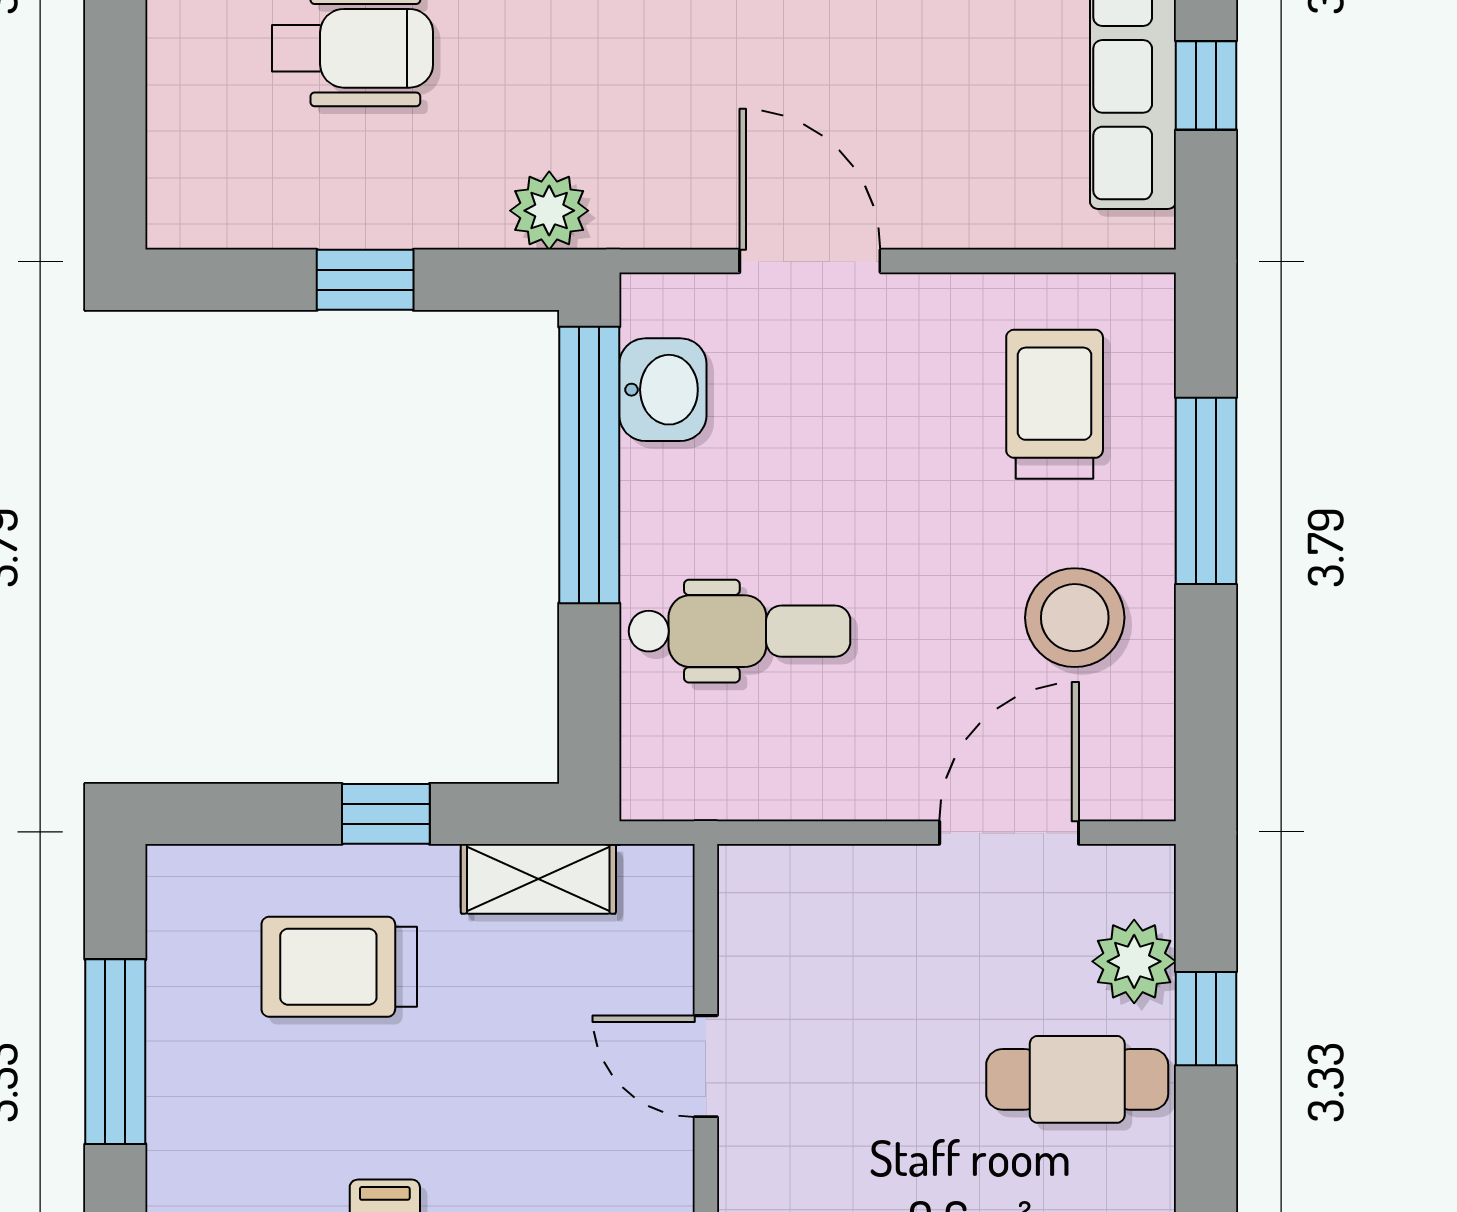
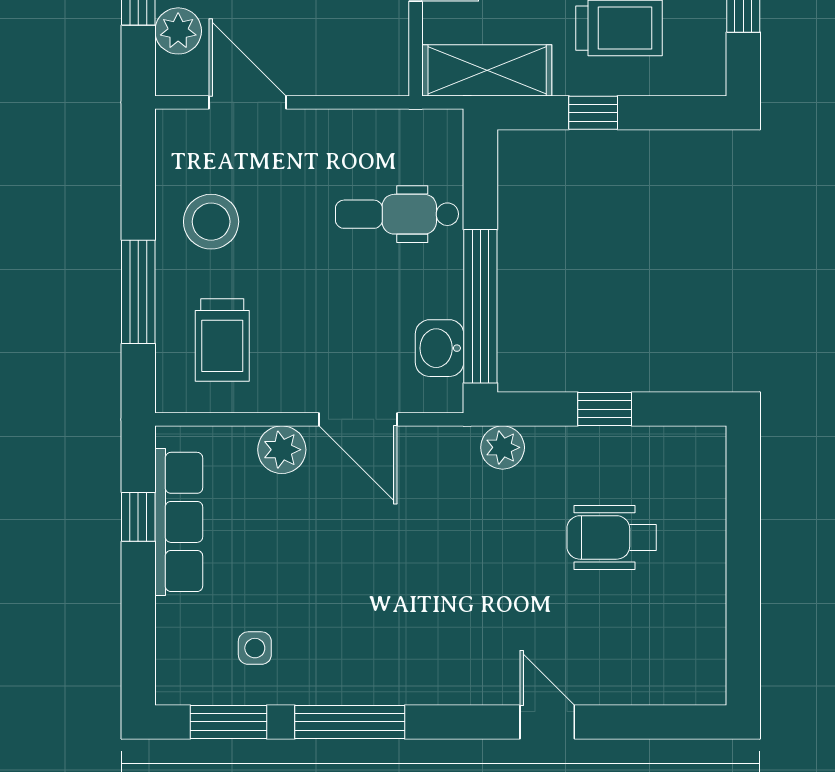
plant: (947, 207) -> (282, 450), added
door: (1009, 833) -> (248, 102), swing flipped
shelving: (538, 879) -> (487, 70), width x1.50, depth x1.33

